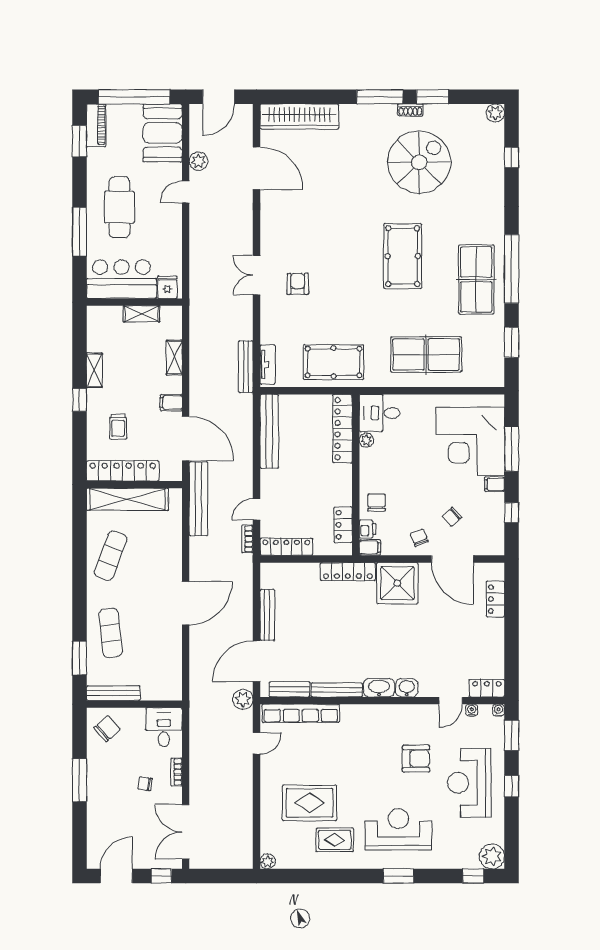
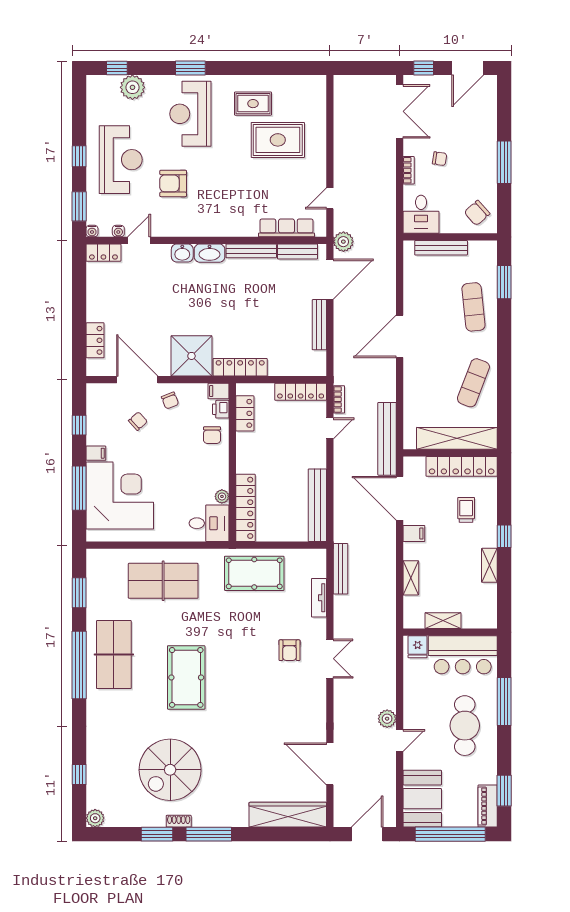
plant: (198, 161) -> (387, 719), moved
tv unit: (268, 365) -> (319, 598), moved
bench: (113, 693) -> (441, 248), moved
row of seats: (301, 713) -> (286, 228), width x0.73
reception desk: (398, 829) -> (190, 114), turned 90
plant: (492, 856) -> (132, 87), moved
plant: (268, 861) -> (319, 82), removed

